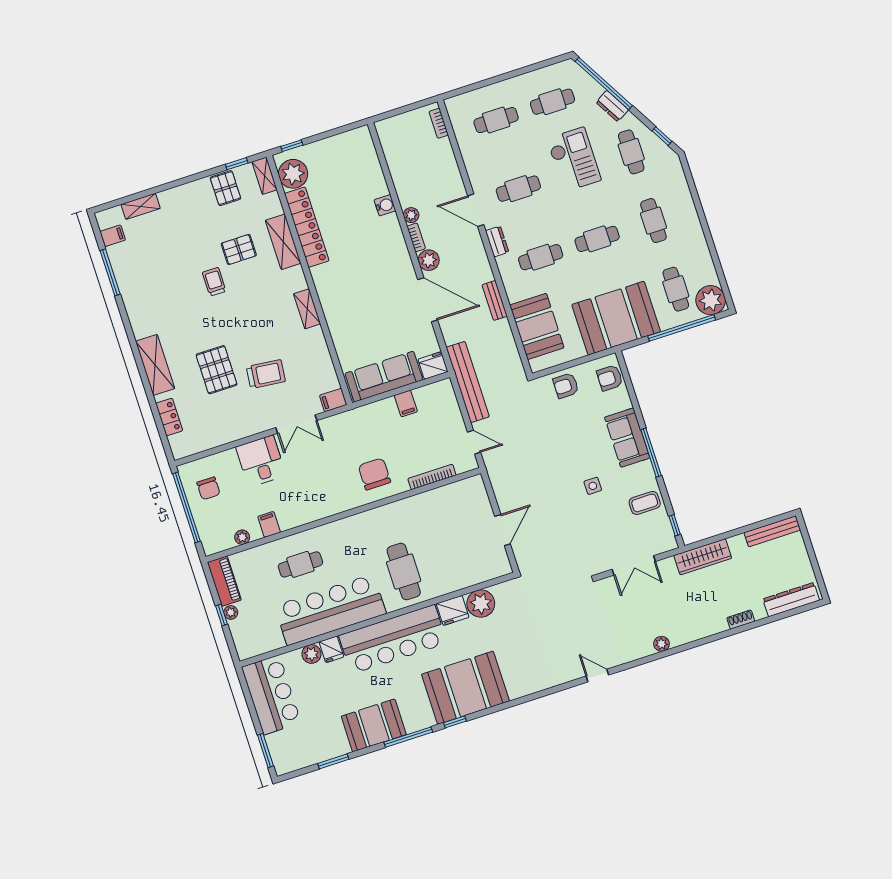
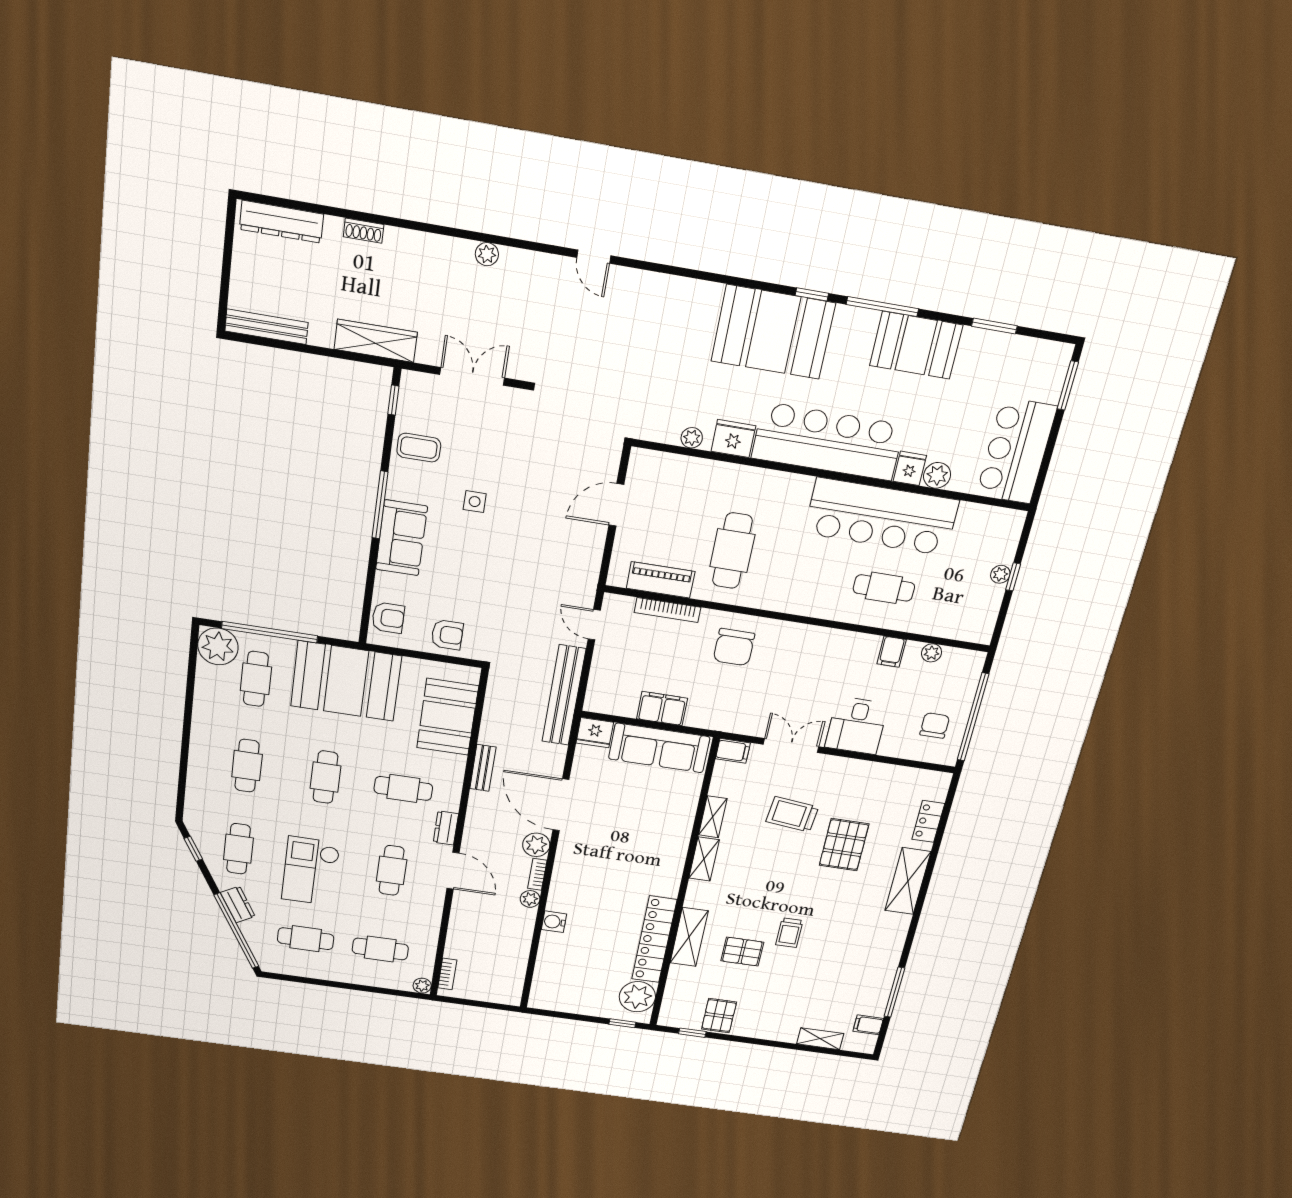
plant: (452, 104) -> (422, 986), added
shelving: (264, 176) -> (713, 817), moved
cafe table: (518, 189) -> (392, 870), turned 90
cafe table: (597, 239) -> (325, 777), turned 90
filing cabinet: (406, 404) -> (662, 708), width x2.00
cafe table: (404, 572) -> (732, 551), moved
piano: (224, 581) -> (661, 580), moved, turned 90
plant: (481, 604) -> (692, 438), width x0.53, depth x0.53

